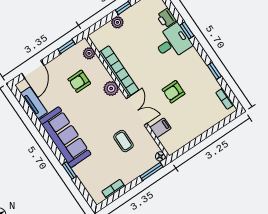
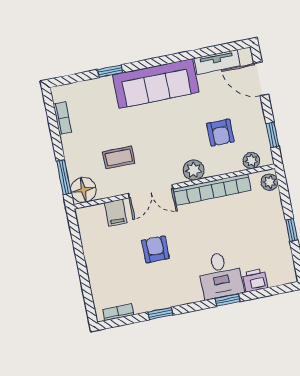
plant: (117, 22) -> (270, 182), moved
armchair: (79, 81) -> (220, 133), turned 180
floor lamp: (160, 156) -> (83, 190), width x1.89, depth x1.89

